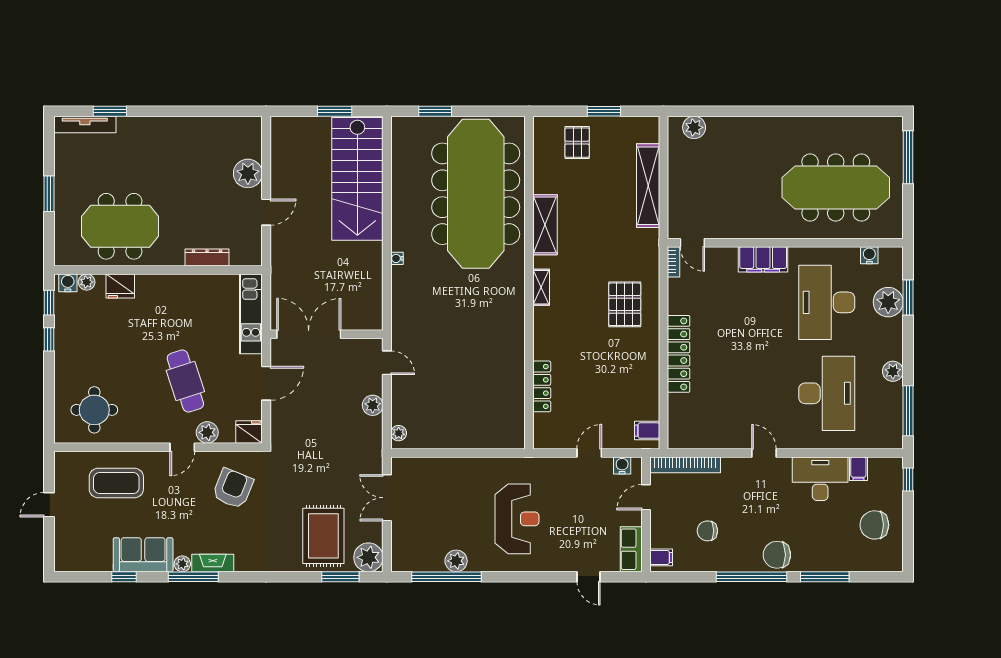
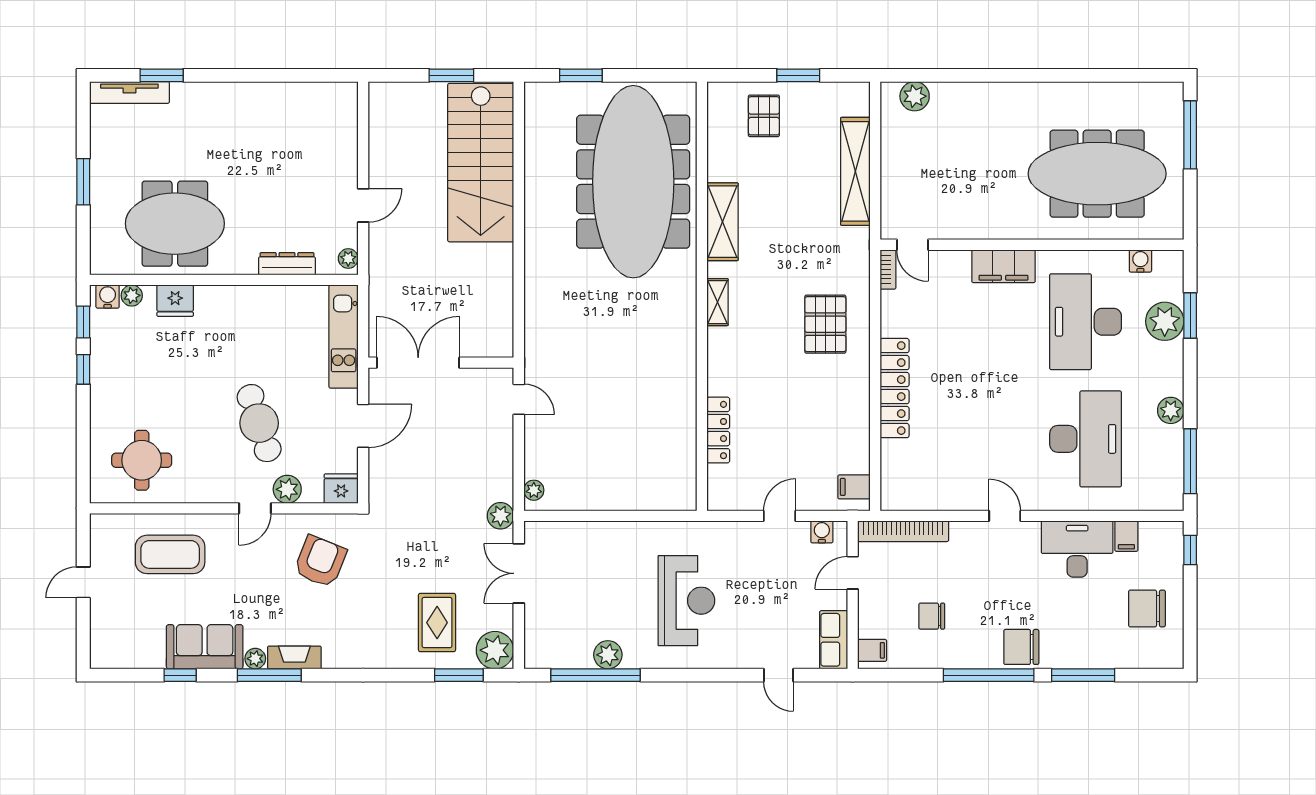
plant: (248, 173) -> (348, 259), moved, width x0.53, depth x0.53
water cooler: (397, 258) -> (532, 265), removed
plant: (373, 405) -> (500, 516), moved
rug: (323, 536) -> (437, 623), width x0.73, depth x0.70

